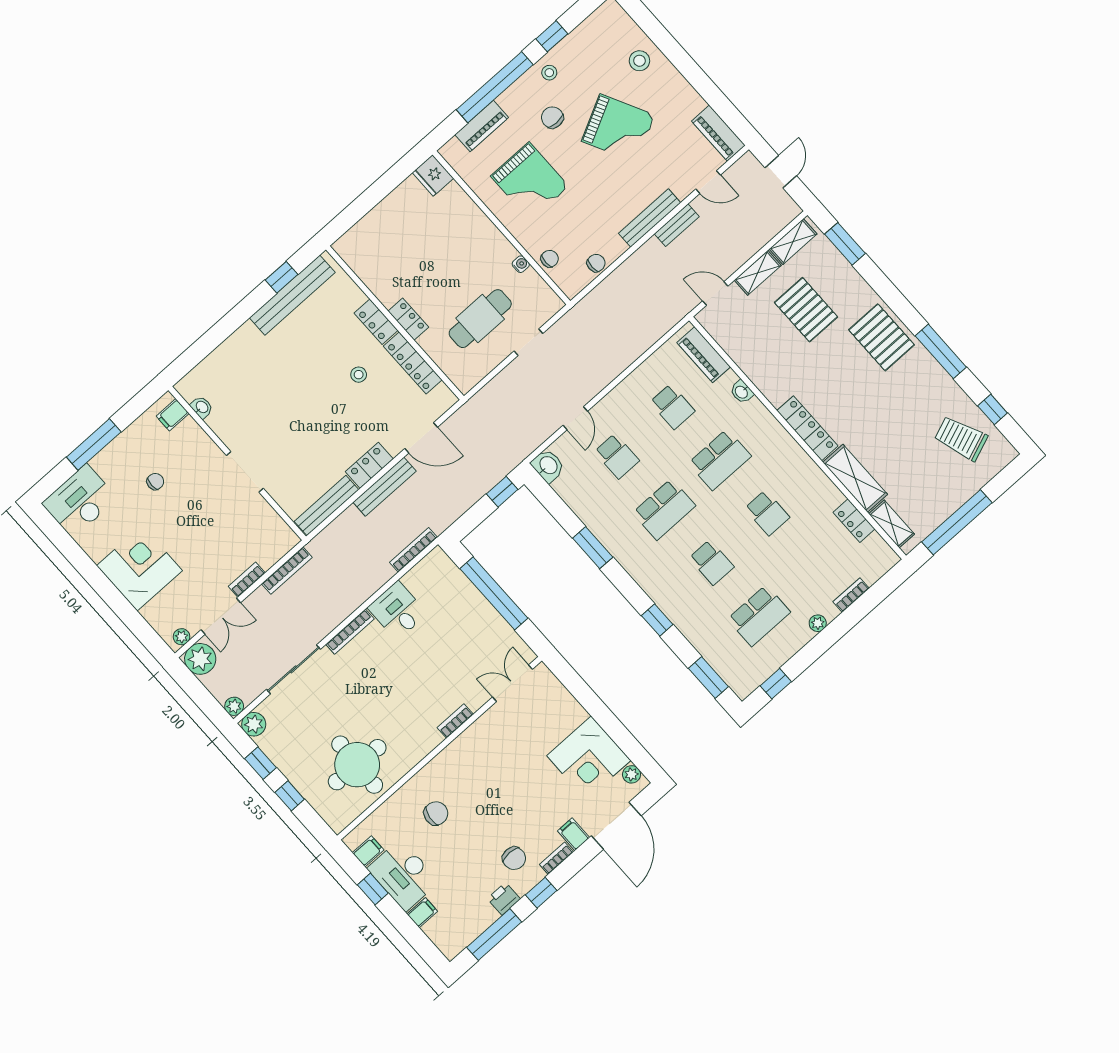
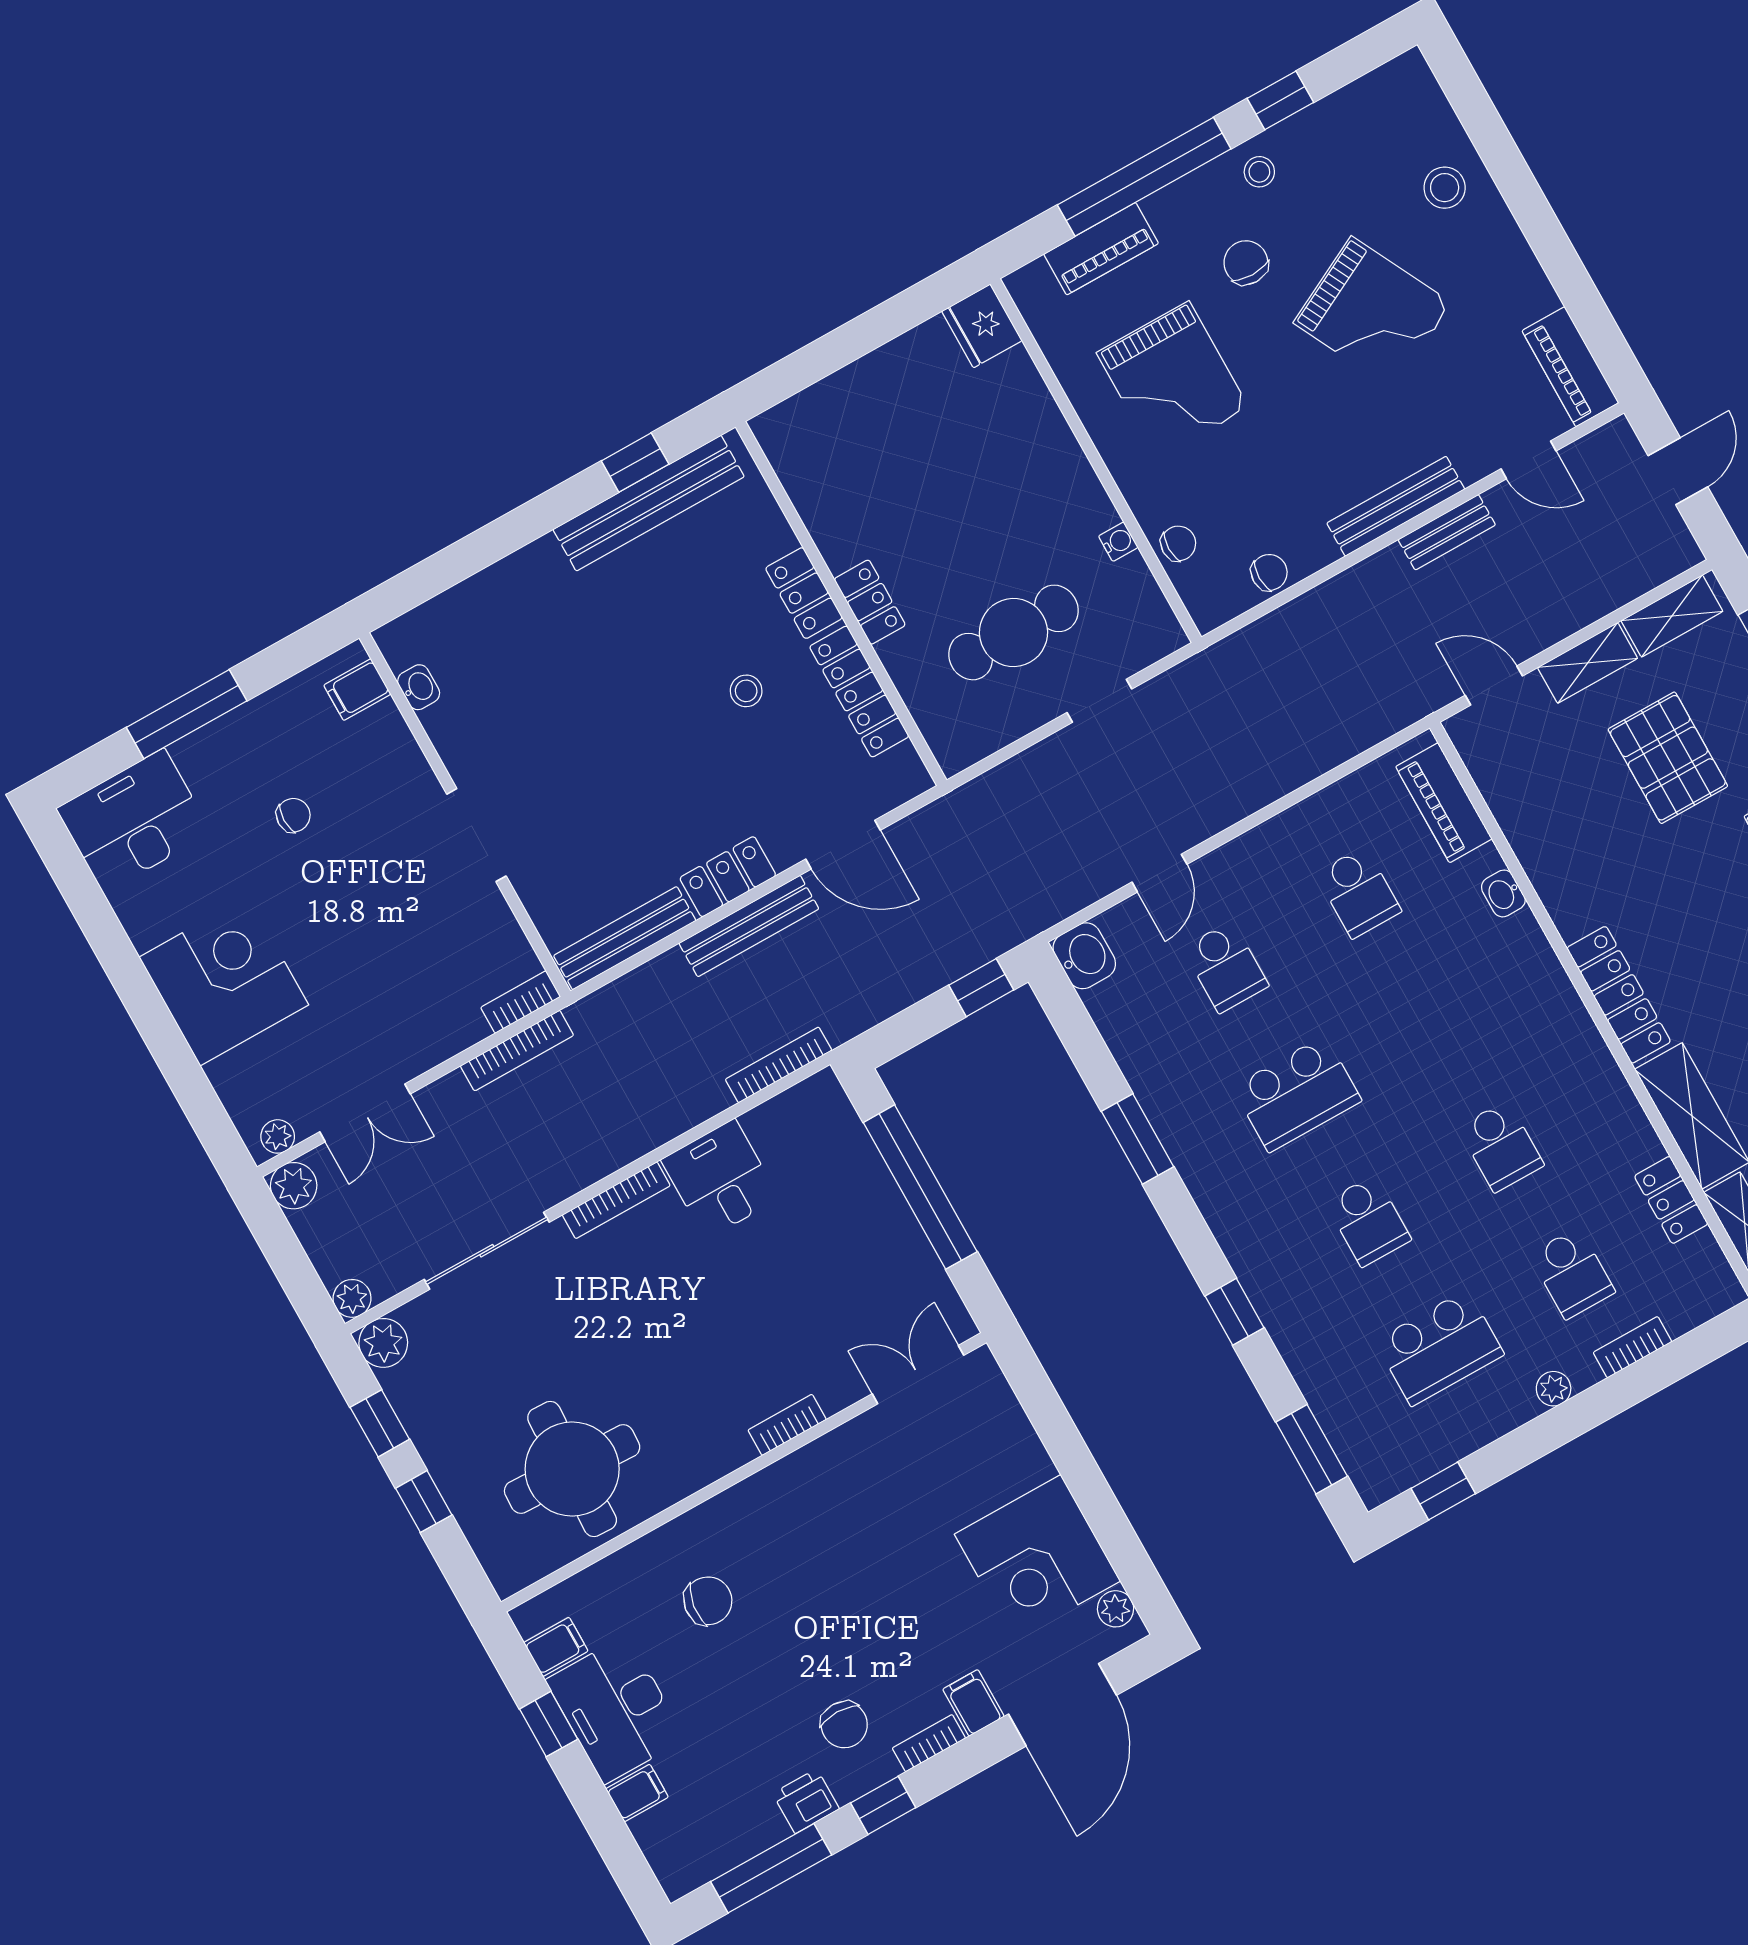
school desk: (720, 460) -> (1572, 1273), moved, width x0.54
bookcase: (247, 580) -> (521, 1002), moved
plant: (200, 659) -> (294, 1186), width x0.73, depth x0.73

